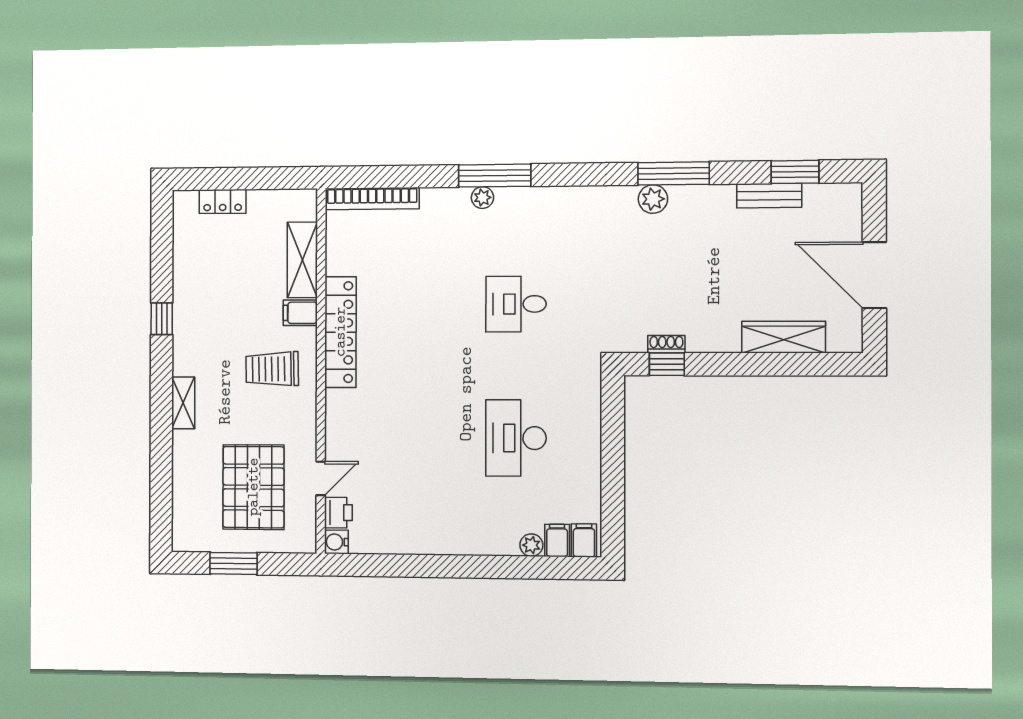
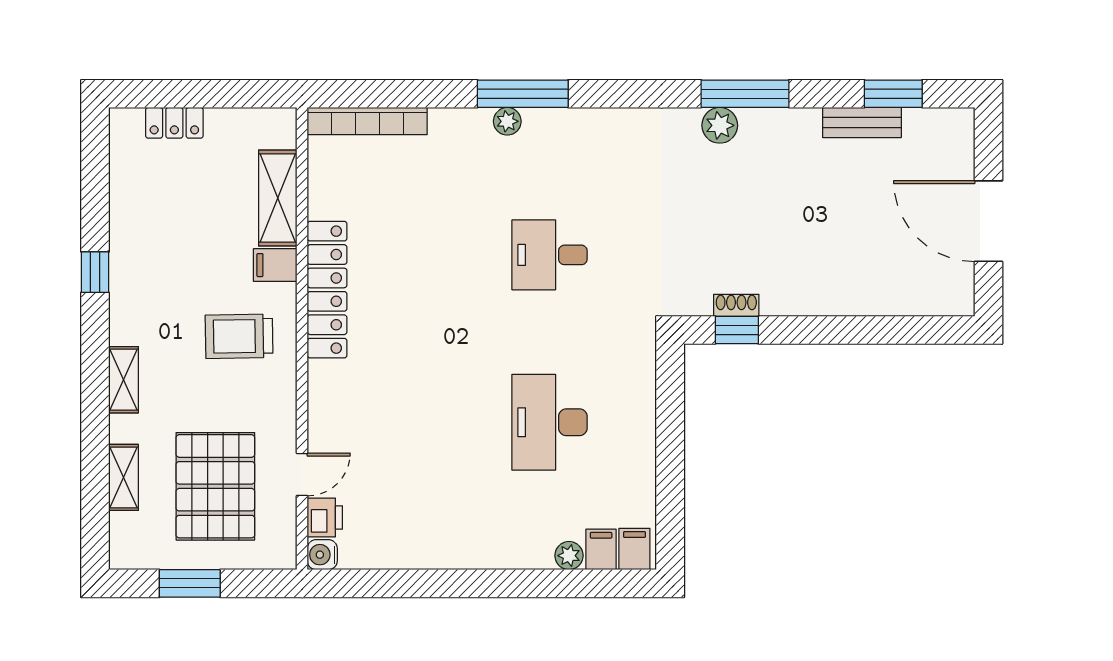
wardrobe: (784, 337) -> (879, 297), removed
shelving: (183, 480) -> (123, 477), added

